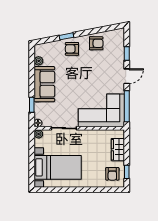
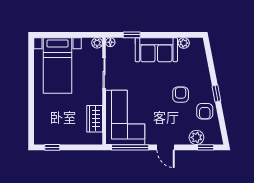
window: (66, 36) -> (216, 93), moved
armchair: (72, 49) -> (181, 95), moved
plant: (118, 50) -> (196, 137), added
window: (127, 53) -> (206, 147), moved
wardrobe: (118, 150) -> (95, 119), moved, turned -90
armchair: (112, 174) -> (50, 130), removed

